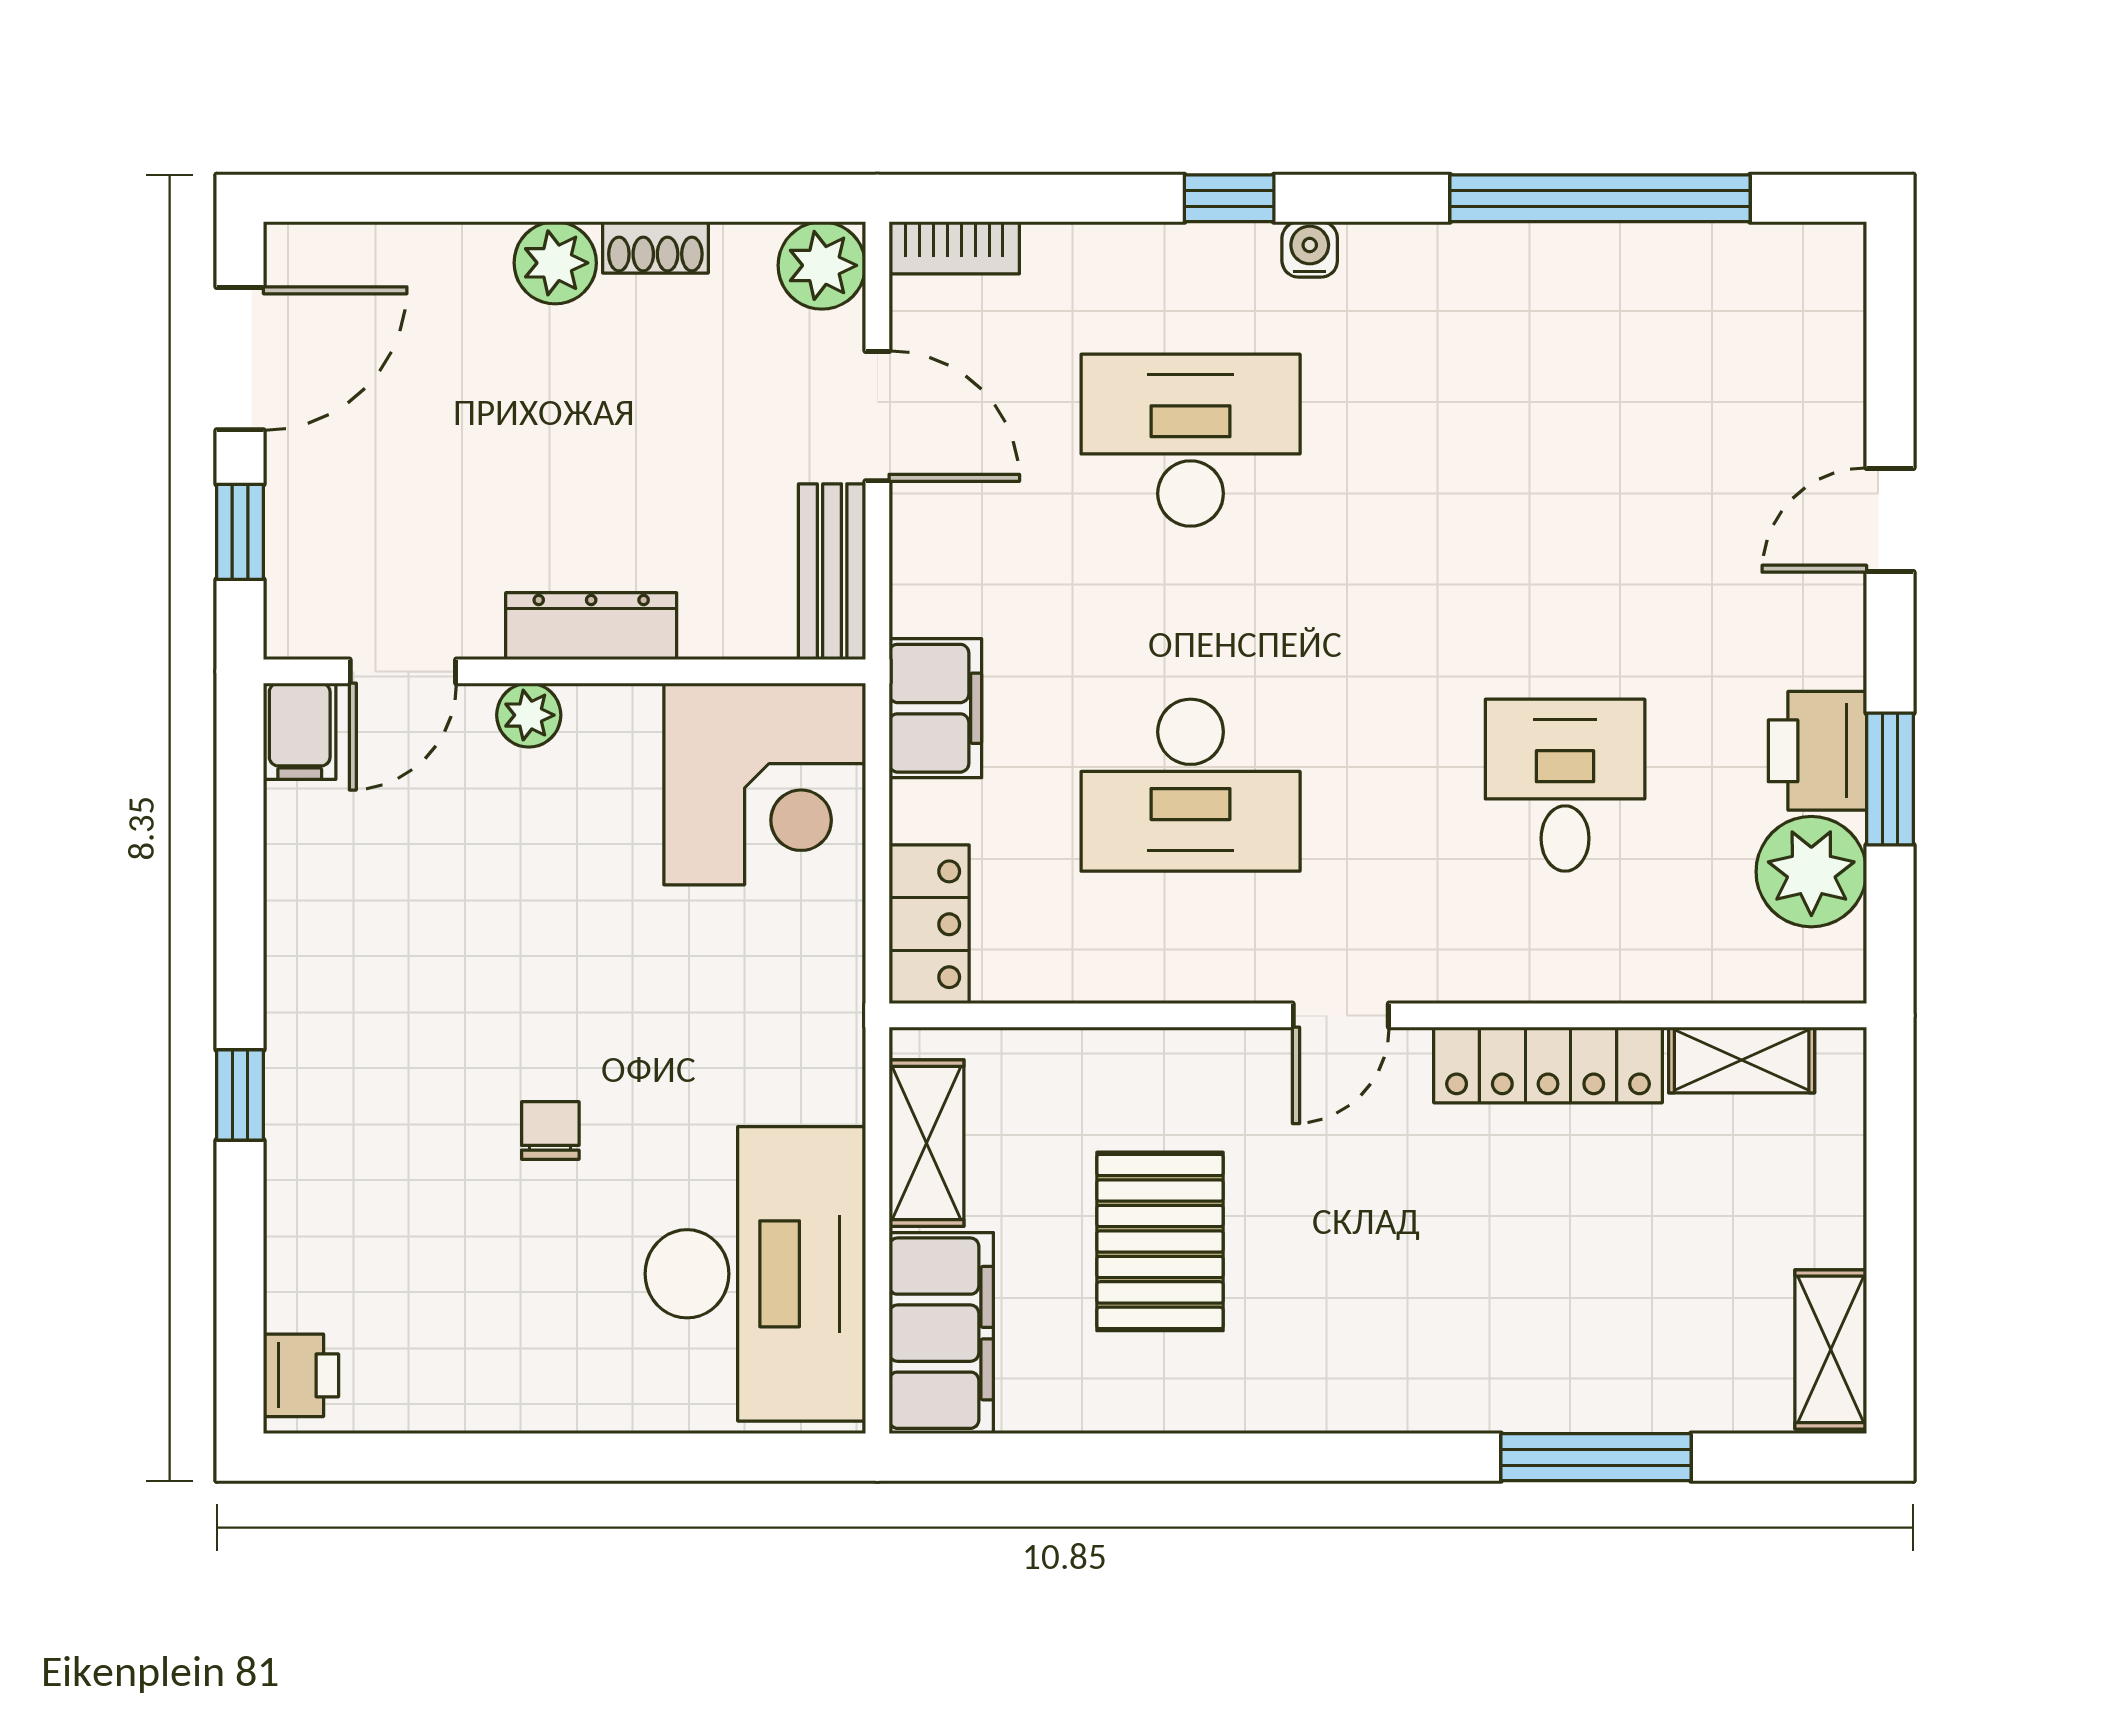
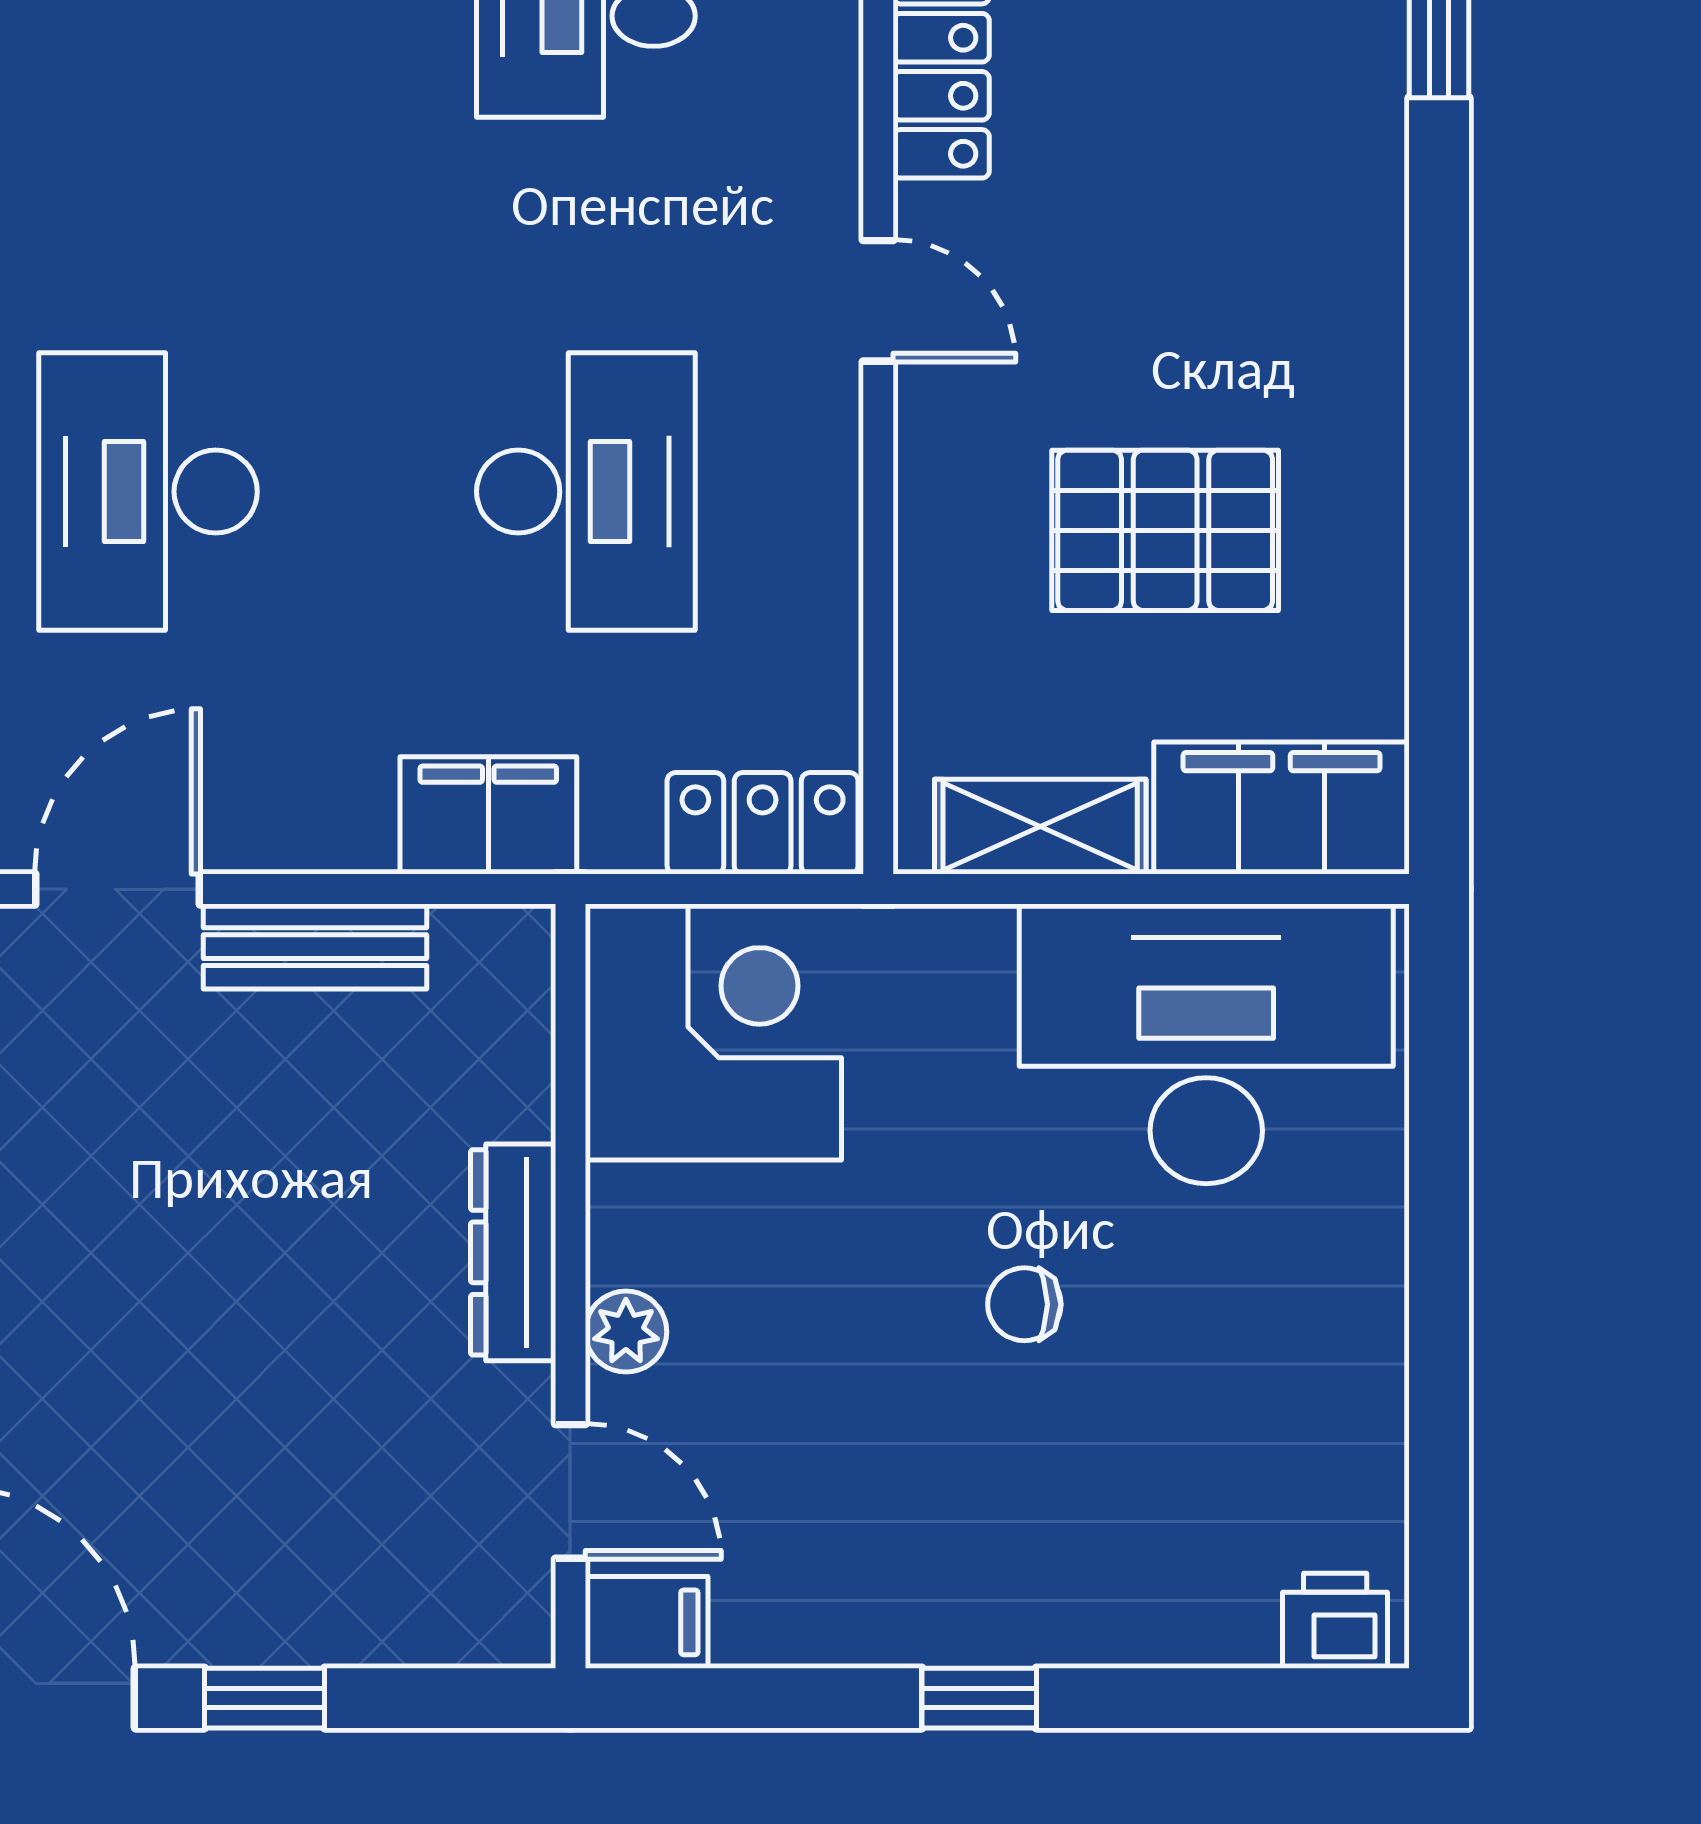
dresser: (591, 626) -> (513, 1252), moved
door: (403, 671) -> (570, 1491), moved
wall: (565, 671) -> (570, 1286), moved
plant: (529, 715) -> (626, 1332), moved
filing cabinet: (300, 731) -> (647, 1622), moved
corner desk: (765, 784) -> (713, 1032), moved

